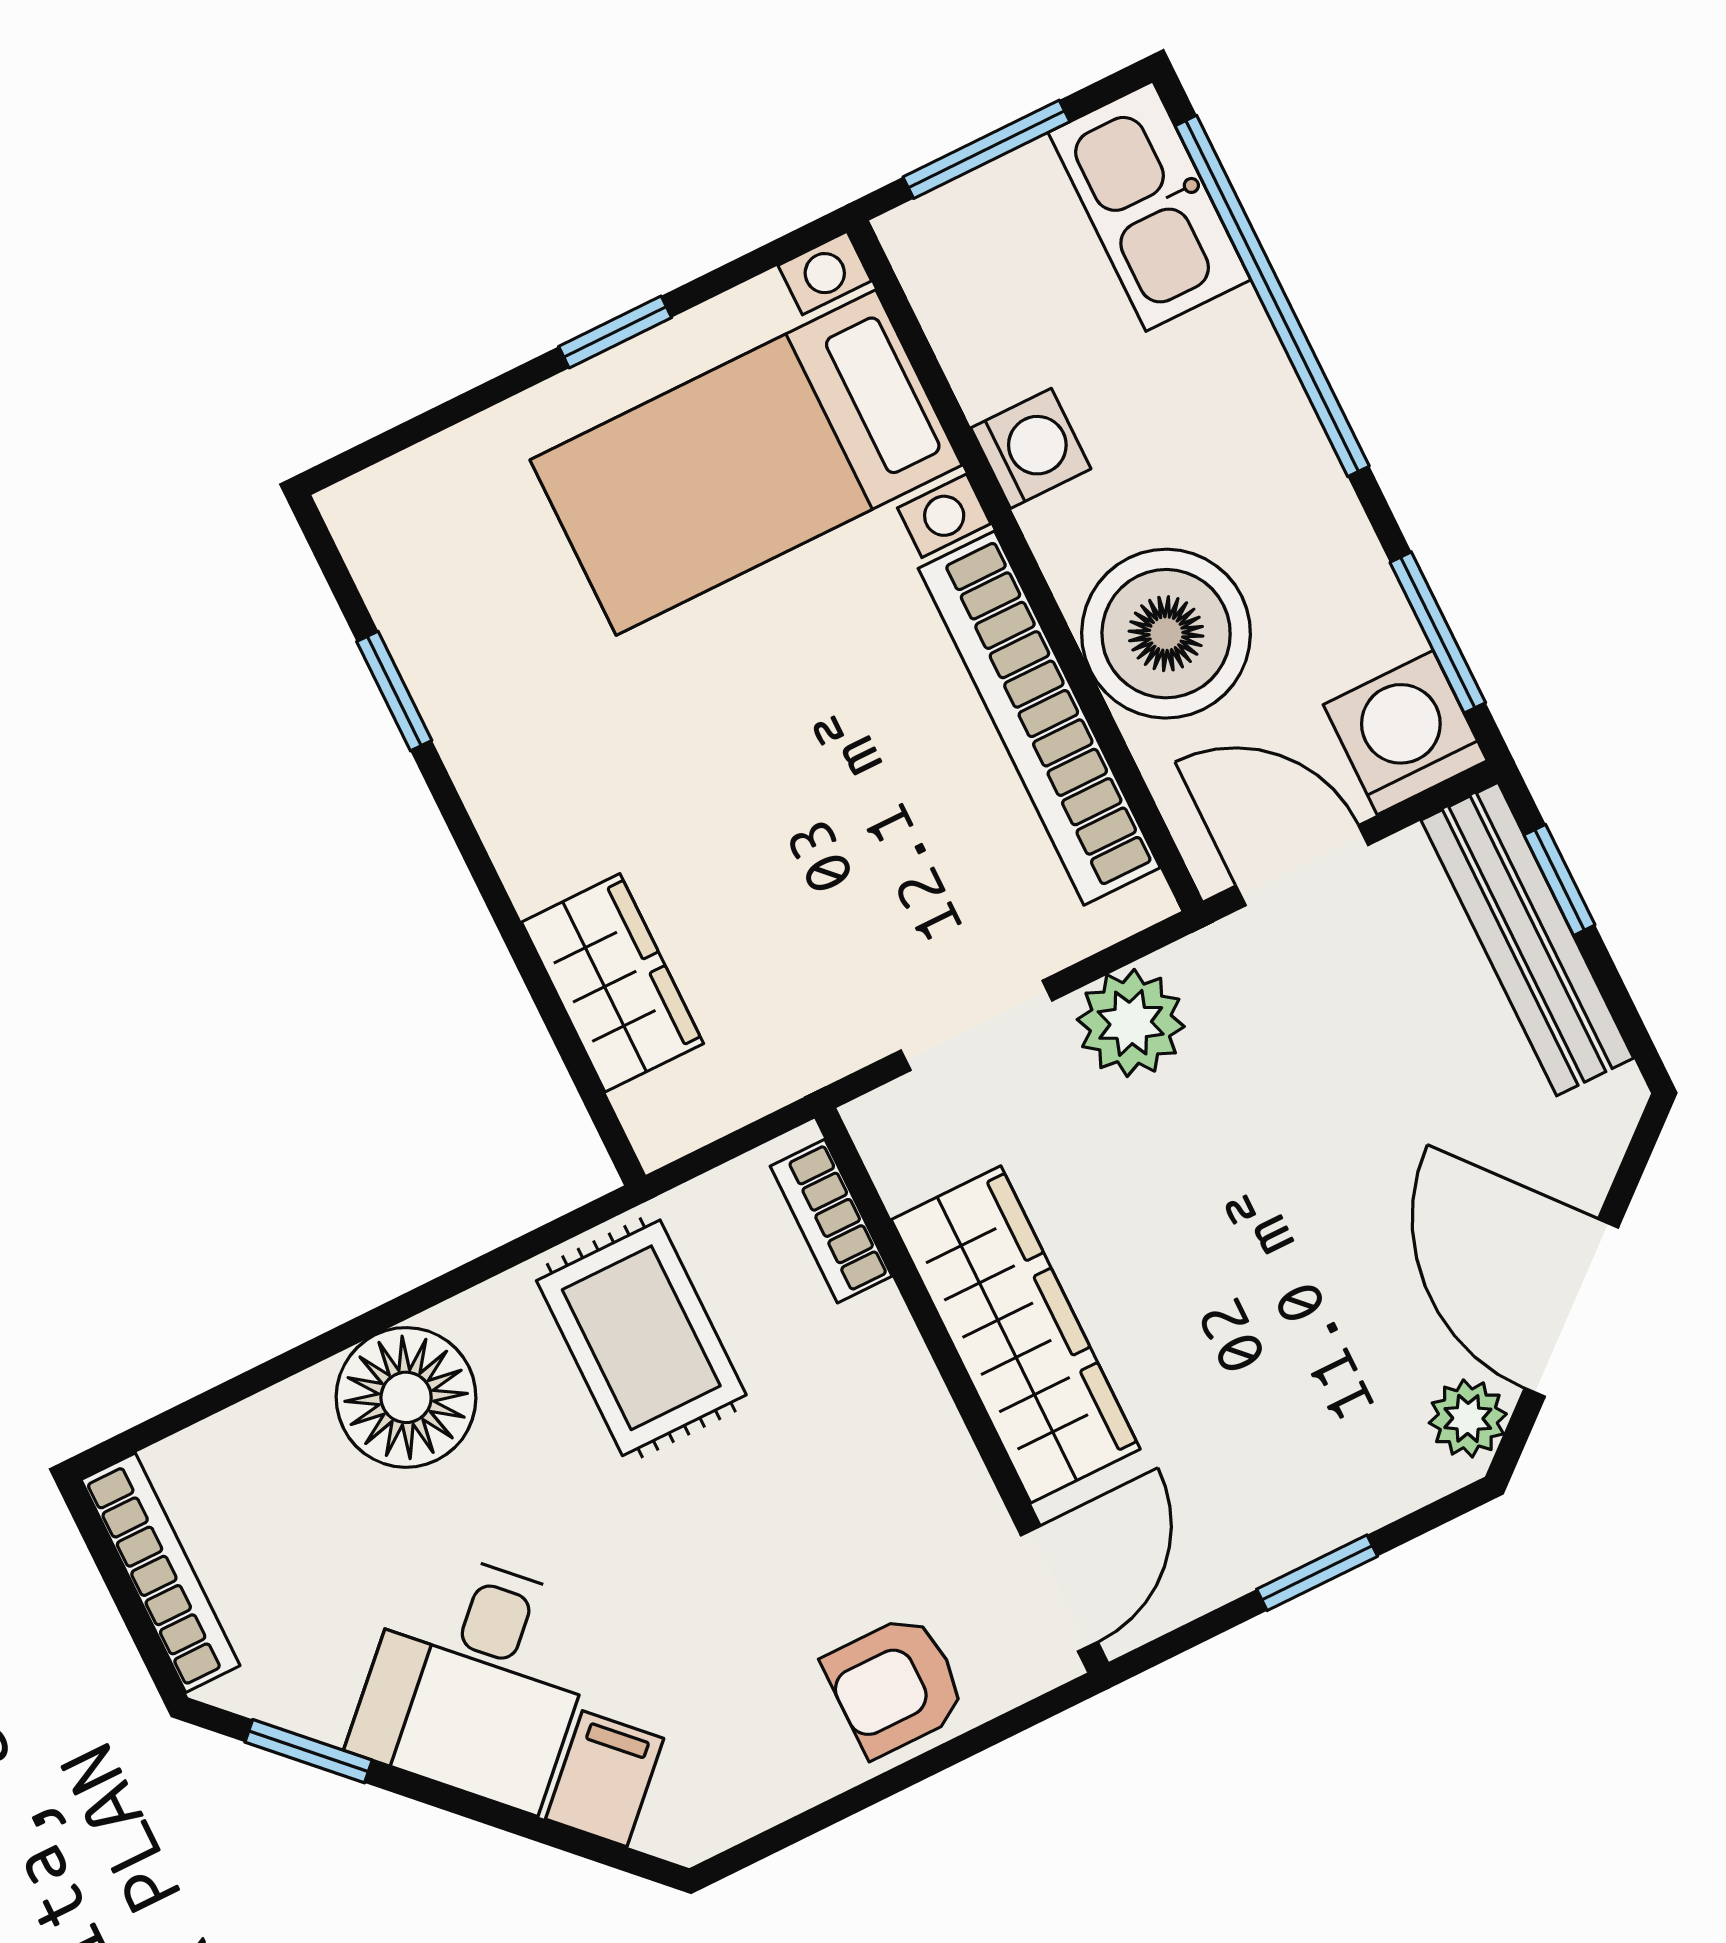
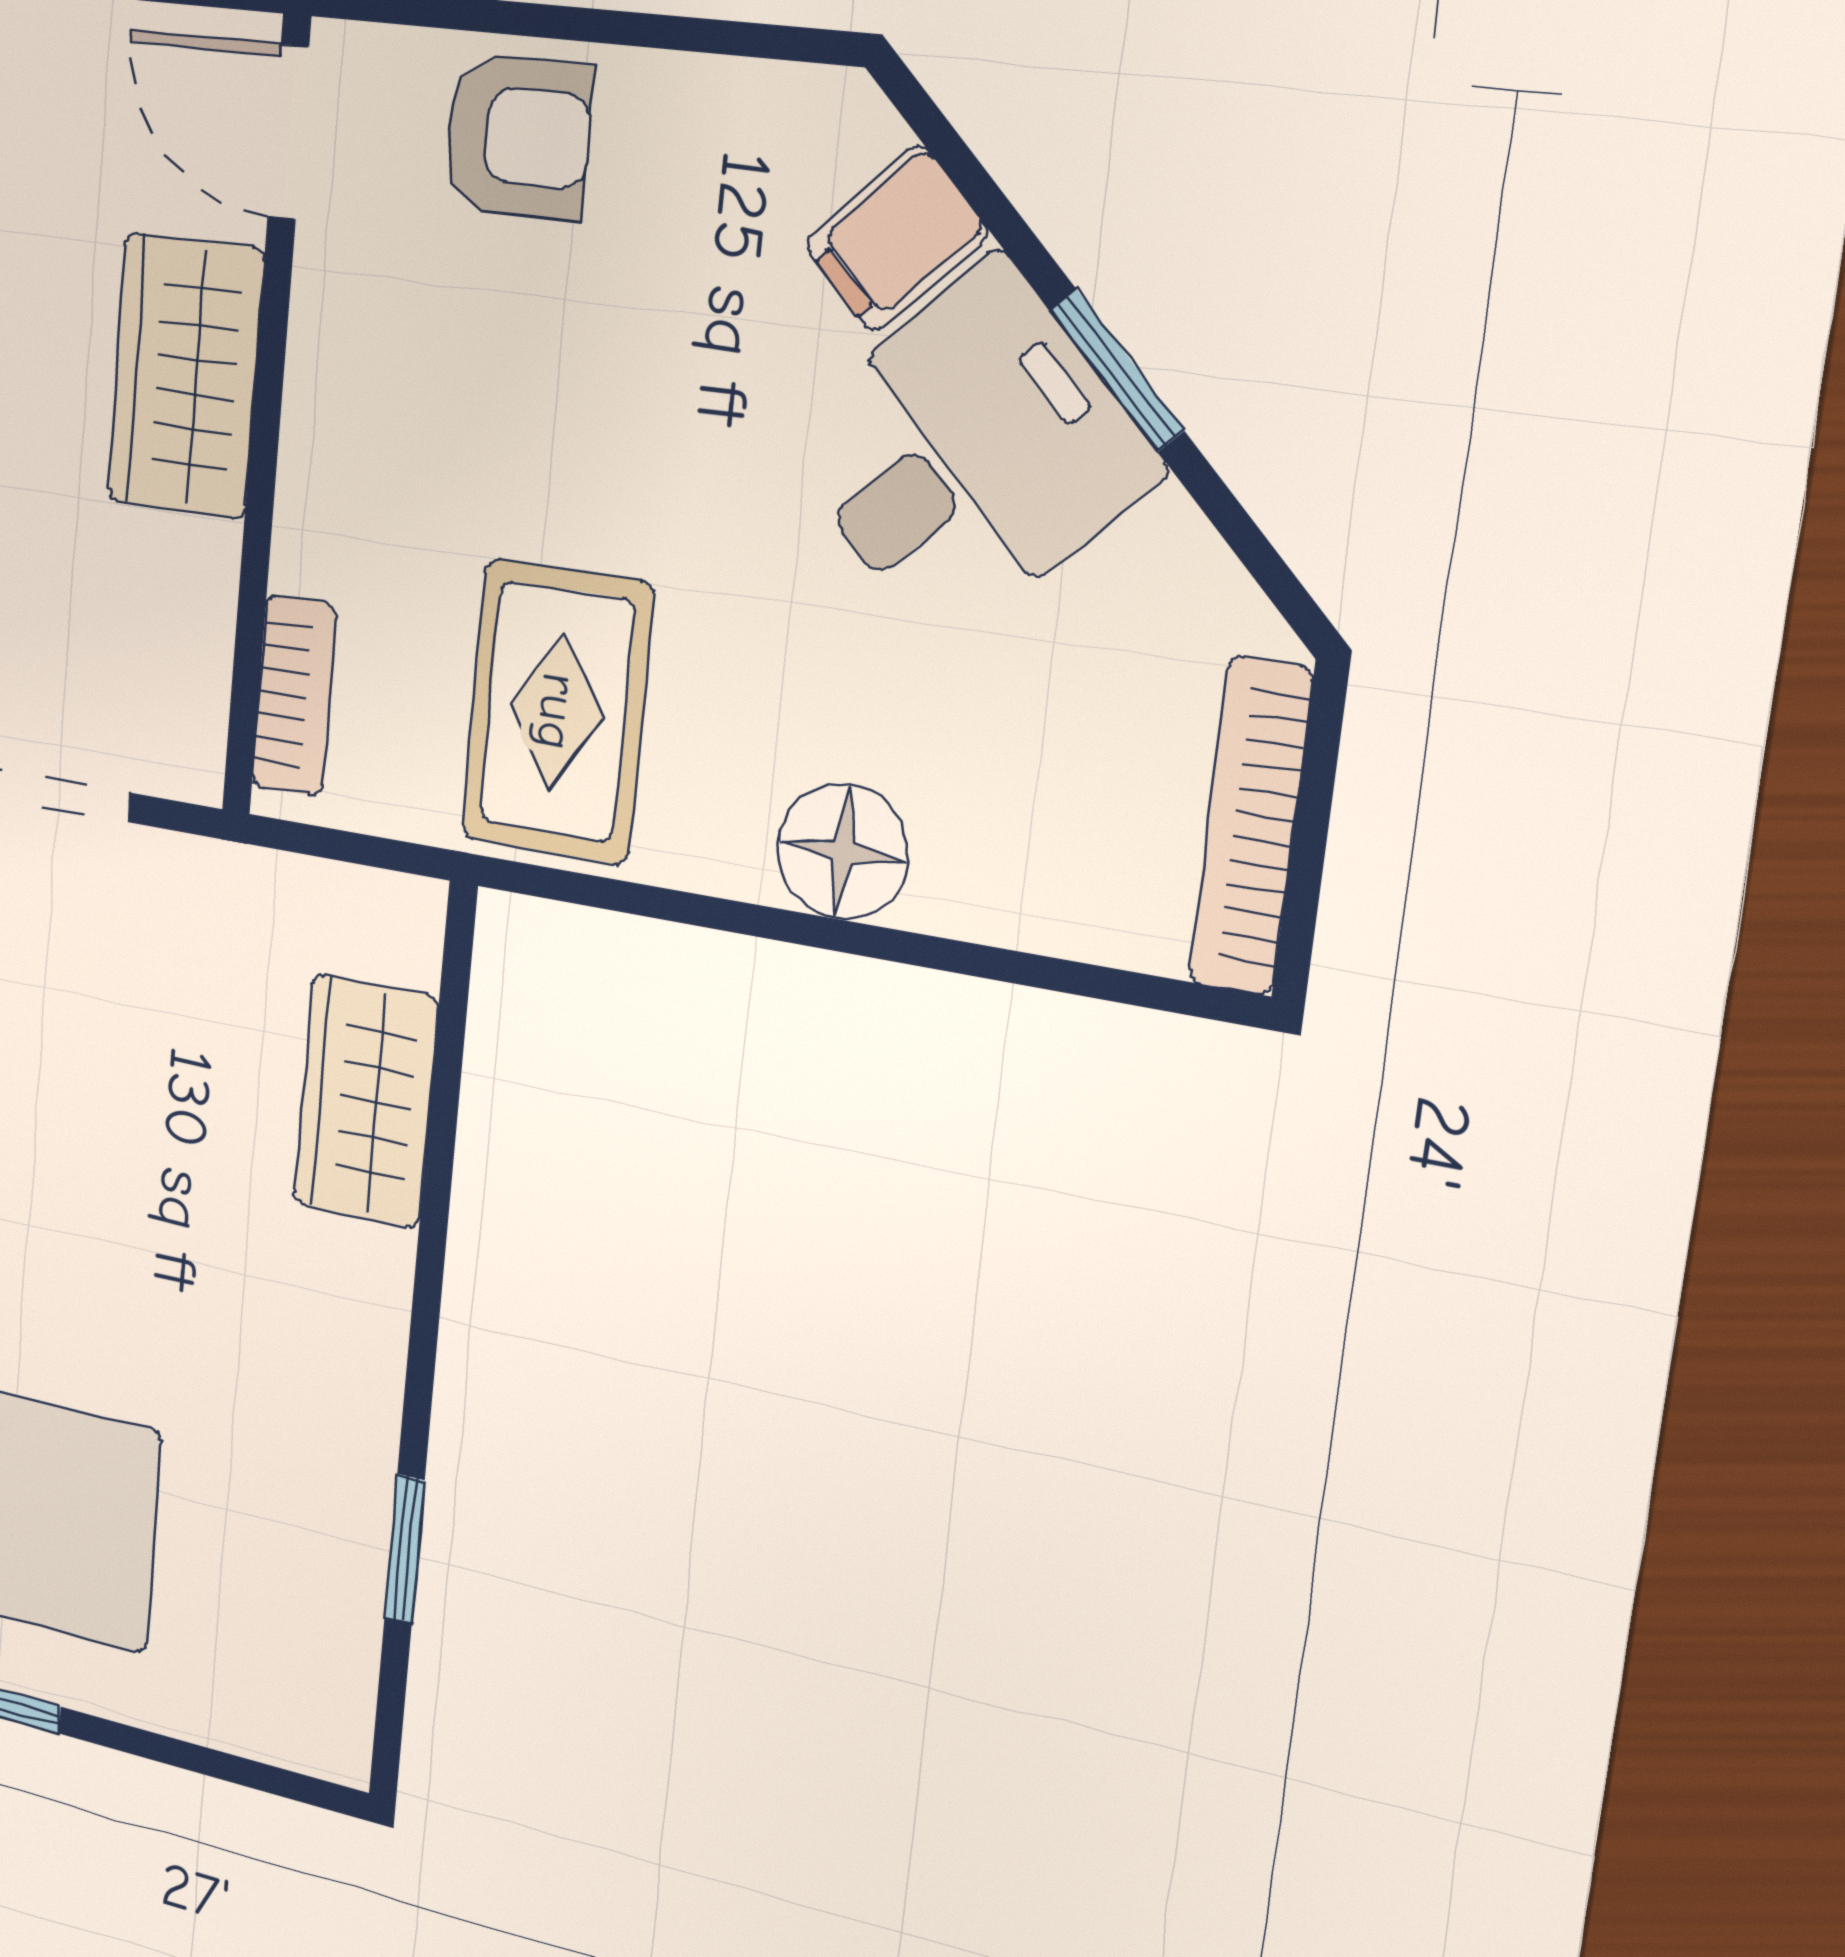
wardrobe: (1016, 1334) -> (185, 376), width x0.67
floor lamp: (406, 1397) -> (843, 852), width x0.73, depth x0.73
door: (1059, 1589) -> (288, 132), hinge flipped
window: (309, 1751) -> (1117, 370), moved

